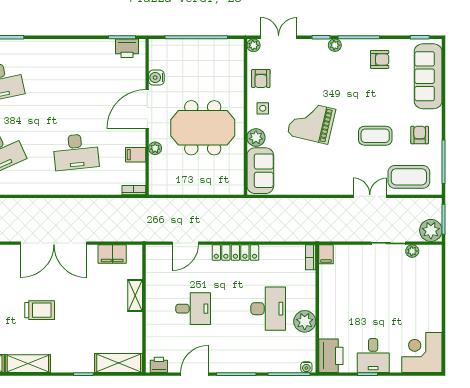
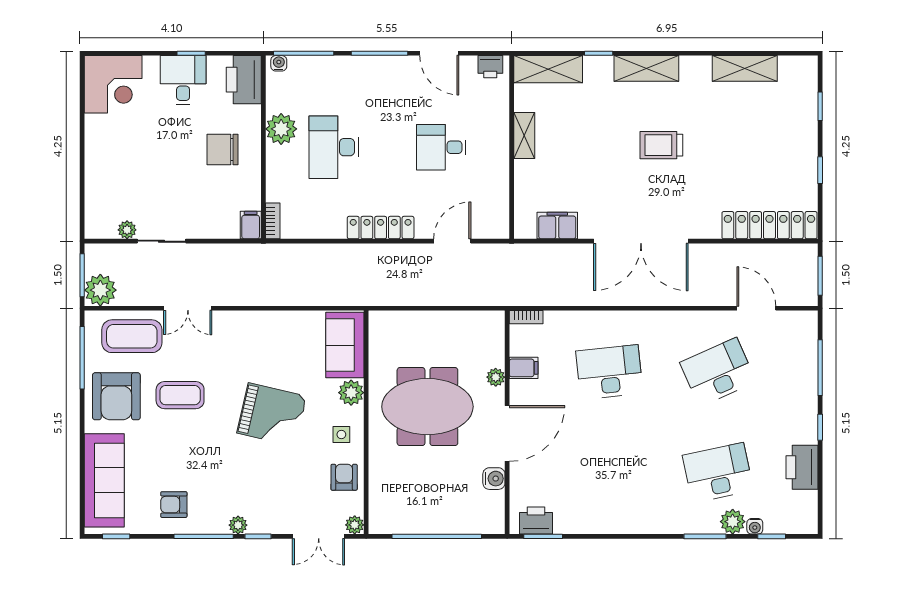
armchair: (420, 135) -> (116, 396), width x1.88, depth x1.88
plant: (431, 230) -> (100, 290), moved
double door: (54, 243) -> (641, 241), swing flipped
shelving: (135, 296) -> (524, 135), moved
chair: (346, 307) -> (223, 150), added
shelving: (28, 364) -> (646, 68), moved
door: (194, 374) -> (439, 53), hinge flipped

